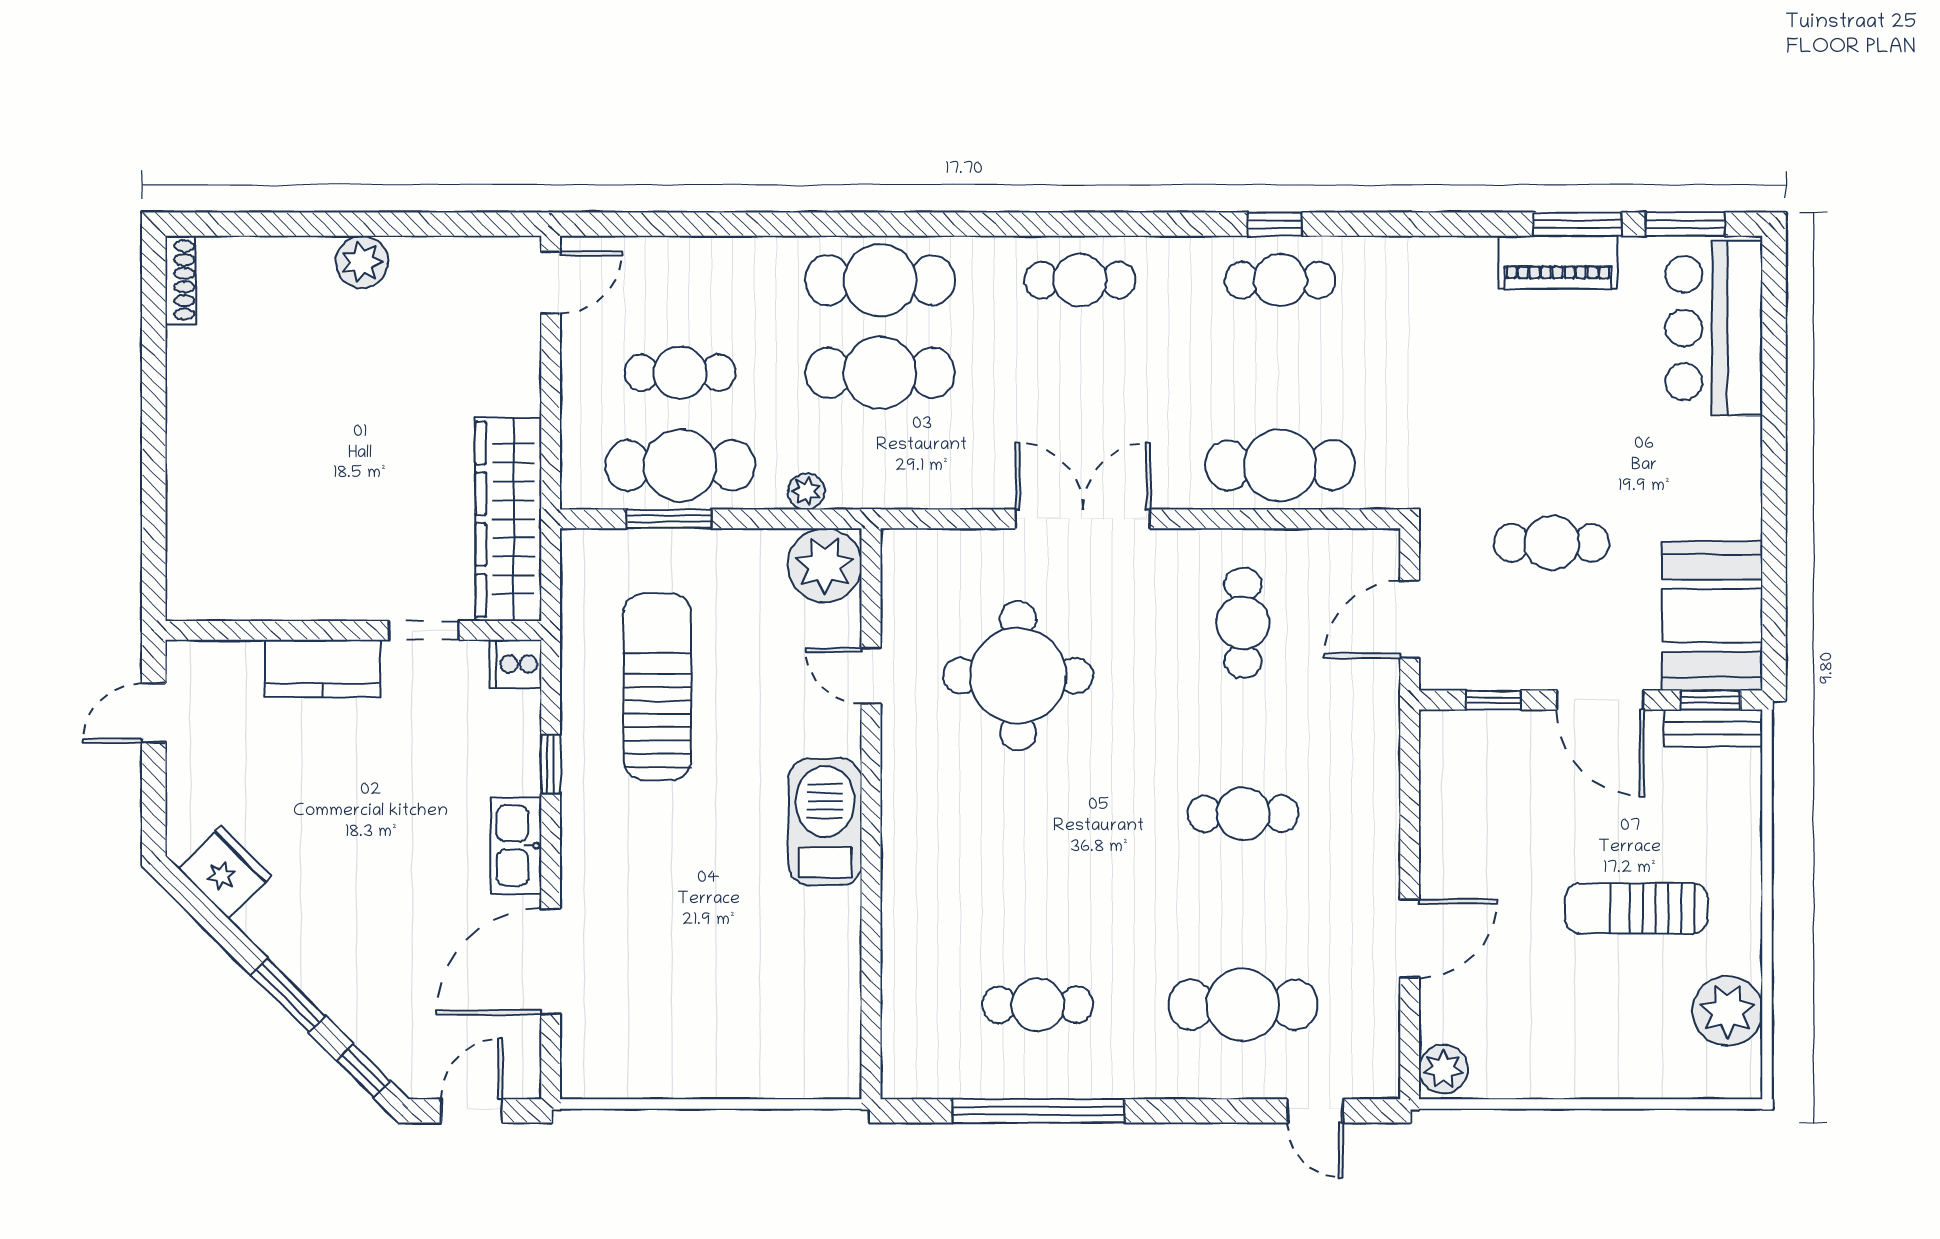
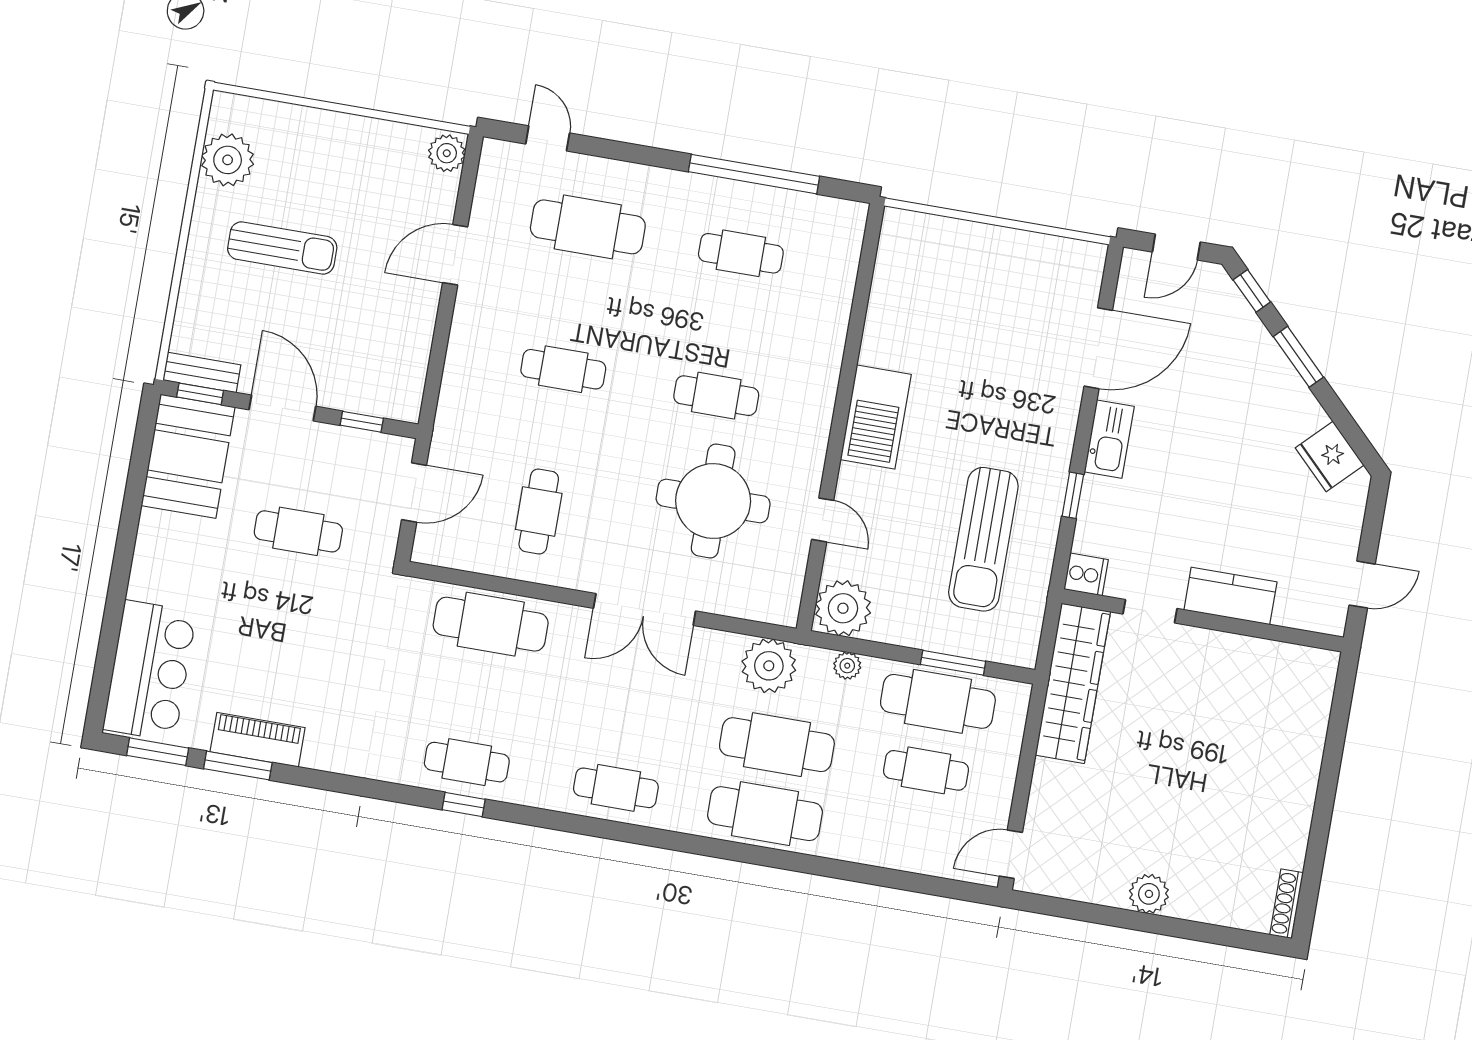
plant: (908, 474) -> (769, 666), added
cafe table: (1038, 814) -> (716, 396), added

